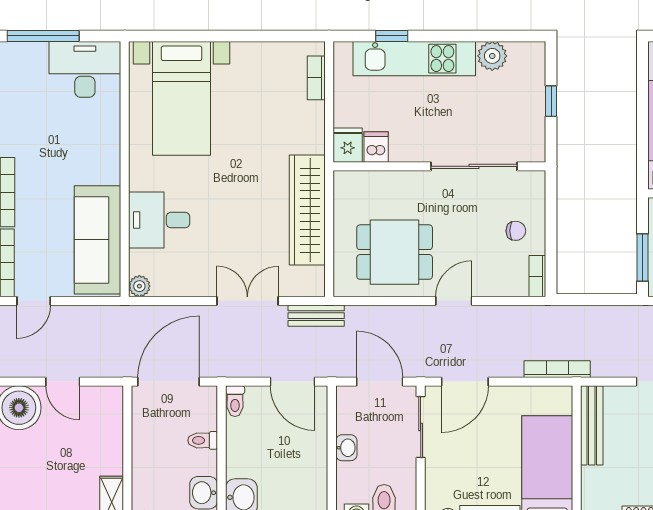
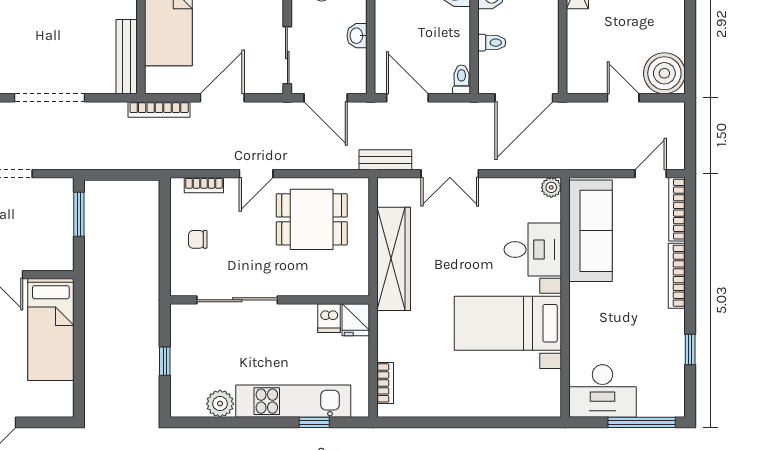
bed with nightstands: (182, 98) -> (508, 323), moved, turned -90
bookcase: (537, 276) -> (204, 185), moved, turned 90
door: (465, 382) -> (222, 98), moved

